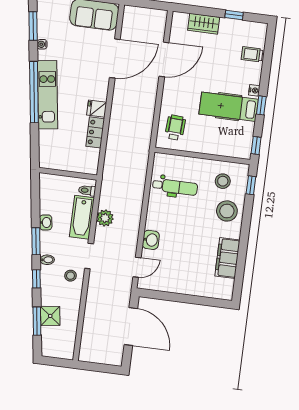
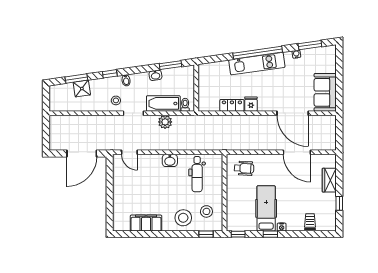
washbasin: (151, 240) -> (170, 160), moved
window: (36, 241) -> (170, 65), moved

